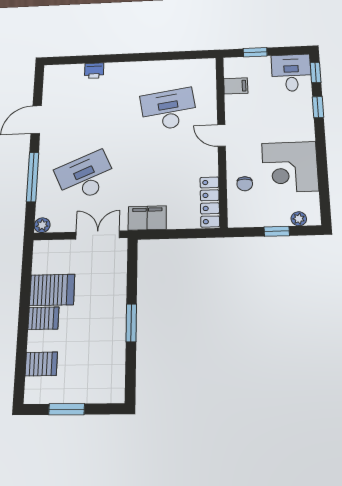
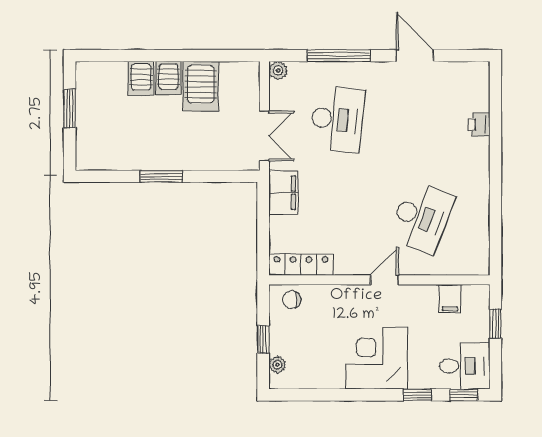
desk: (169, 109) -> (421, 217), turned 30
corner desk: (290, 167) -> (377, 358), moved
desk: (86, 177) -> (337, 119), turned 30
chair: (245, 184) -> (292, 300), moved
server rack: (41, 364) -> (141, 78), moved

